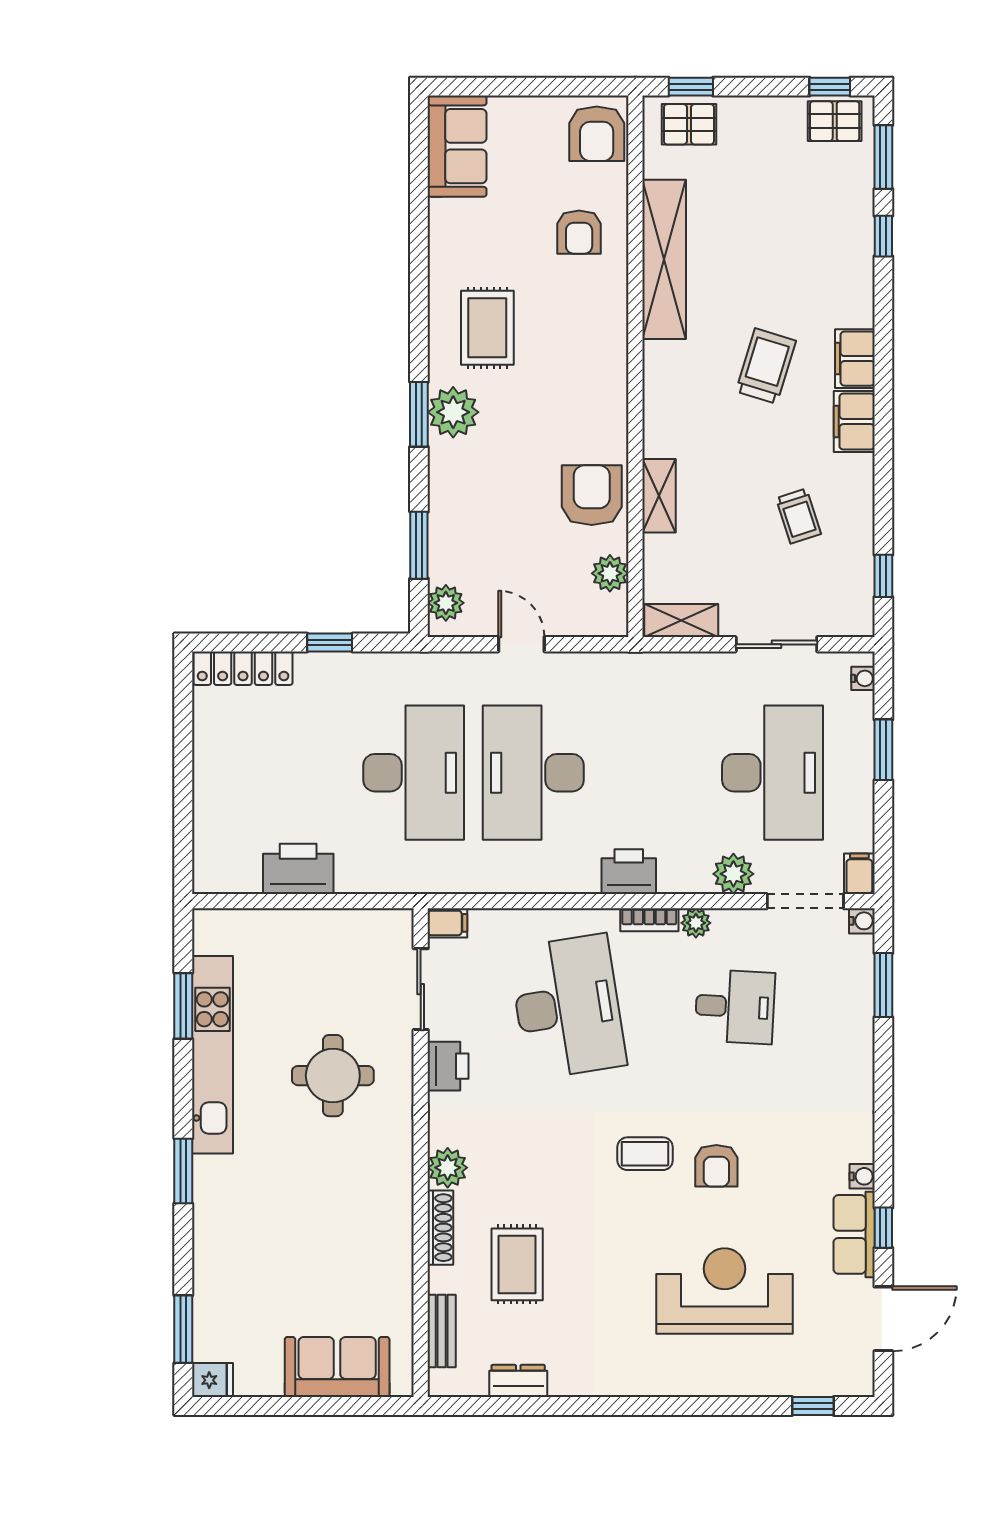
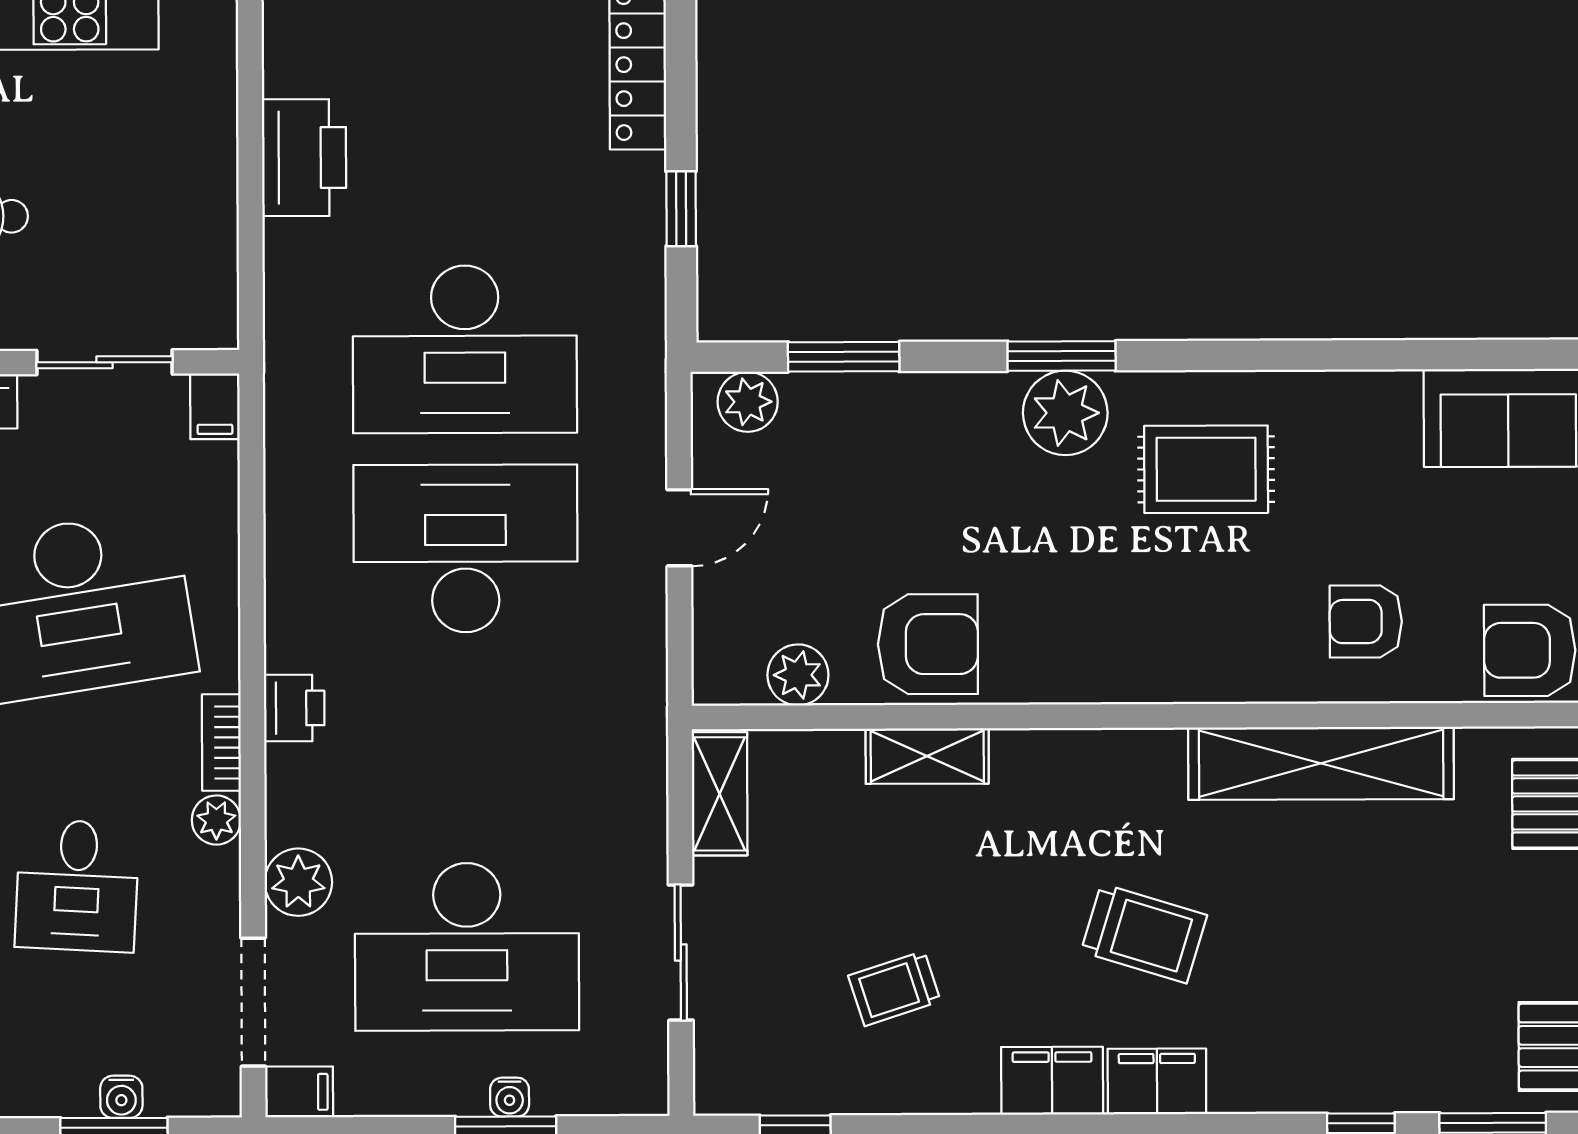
water cooler: (863, 678) -> (510, 1097), moved
printer: (629, 872) -> (294, 708), width x0.73, depth x0.81
water cooler: (862, 921) -> (121, 1097), moved

